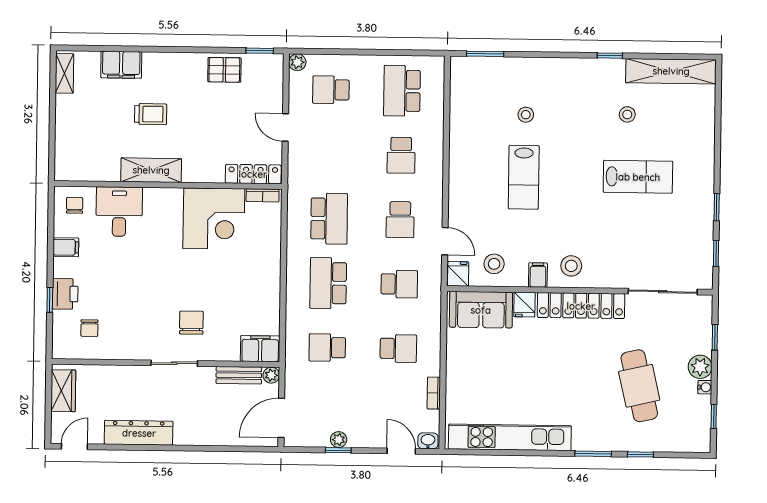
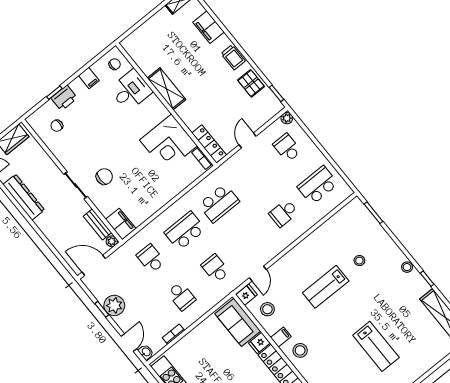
trolley: (151, 114) -> (233, 57), moved
stool: (627, 114) -> (407, 267), moved
school desk: (400, 220) -> (250, 241), removed
school desk: (399, 284) -> (215, 268), turned 180
plant: (339, 440) -> (114, 305), width x1.87, depth x1.87

